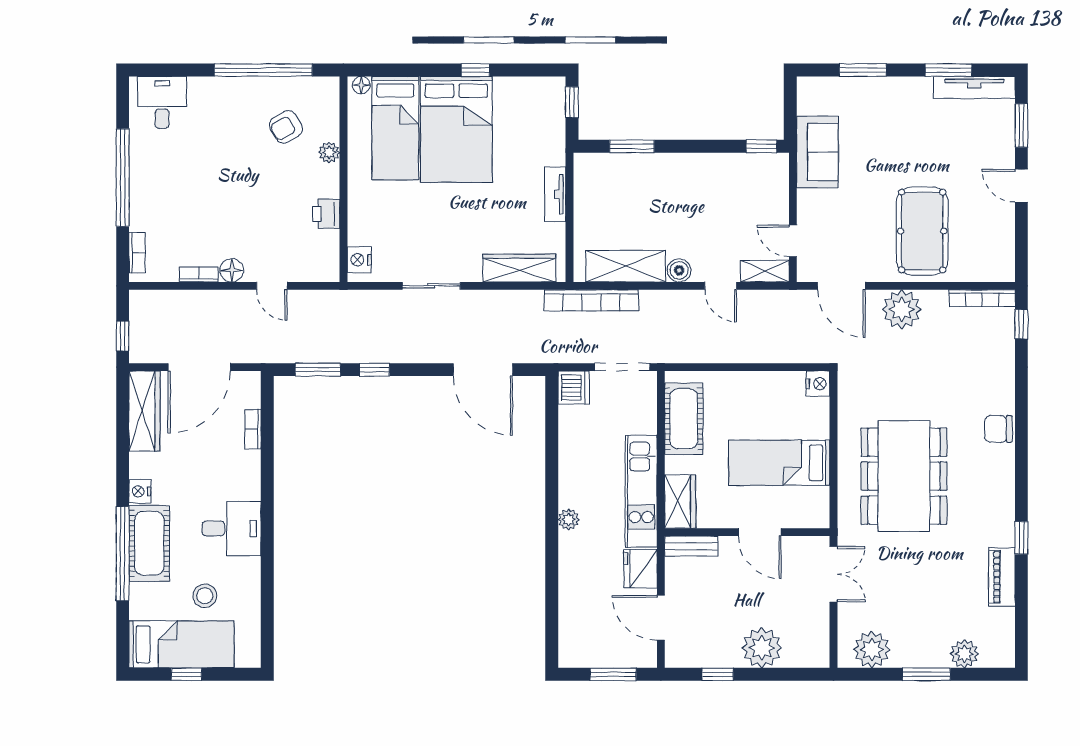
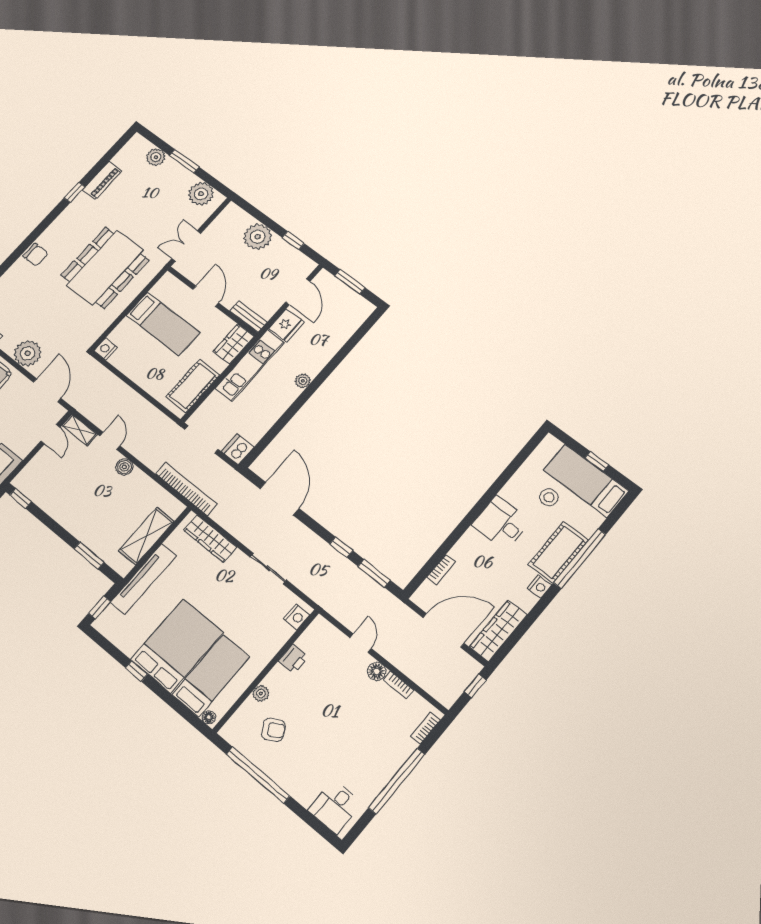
tv unit: (555, 194) -> (143, 579), width x1.92, depth x1.29
shelving: (626, 266) -> (146, 536), moved, turned 90

